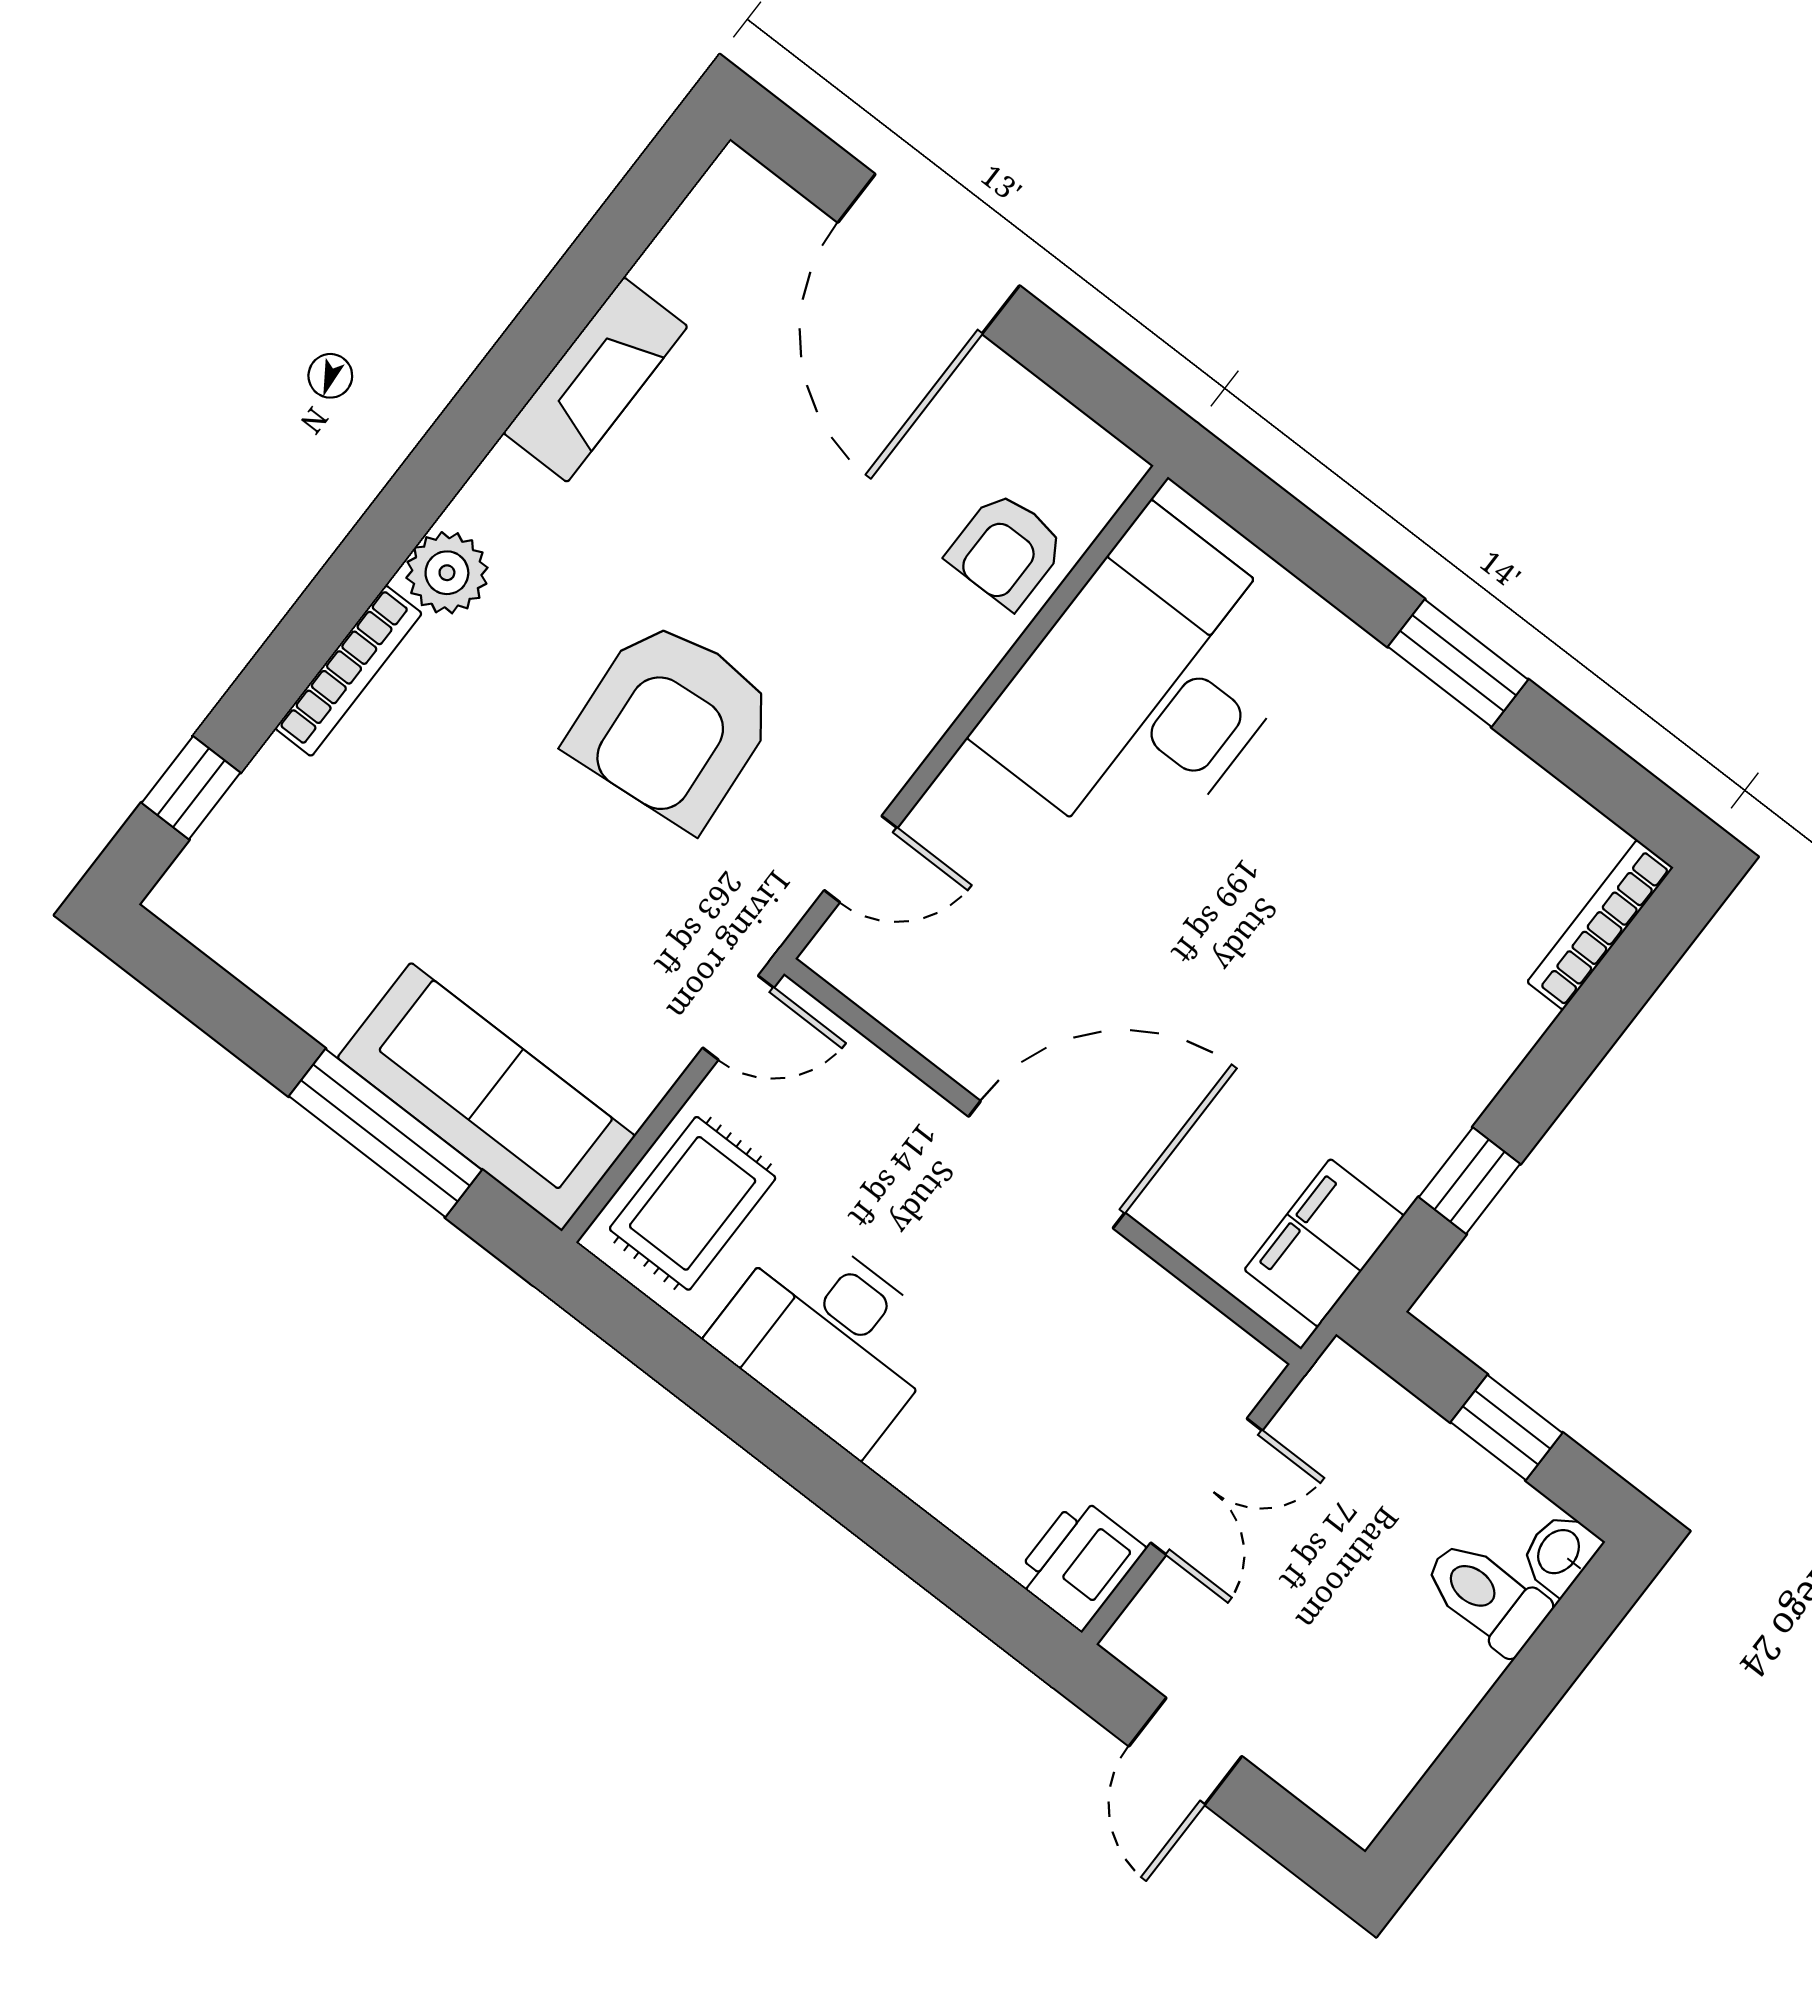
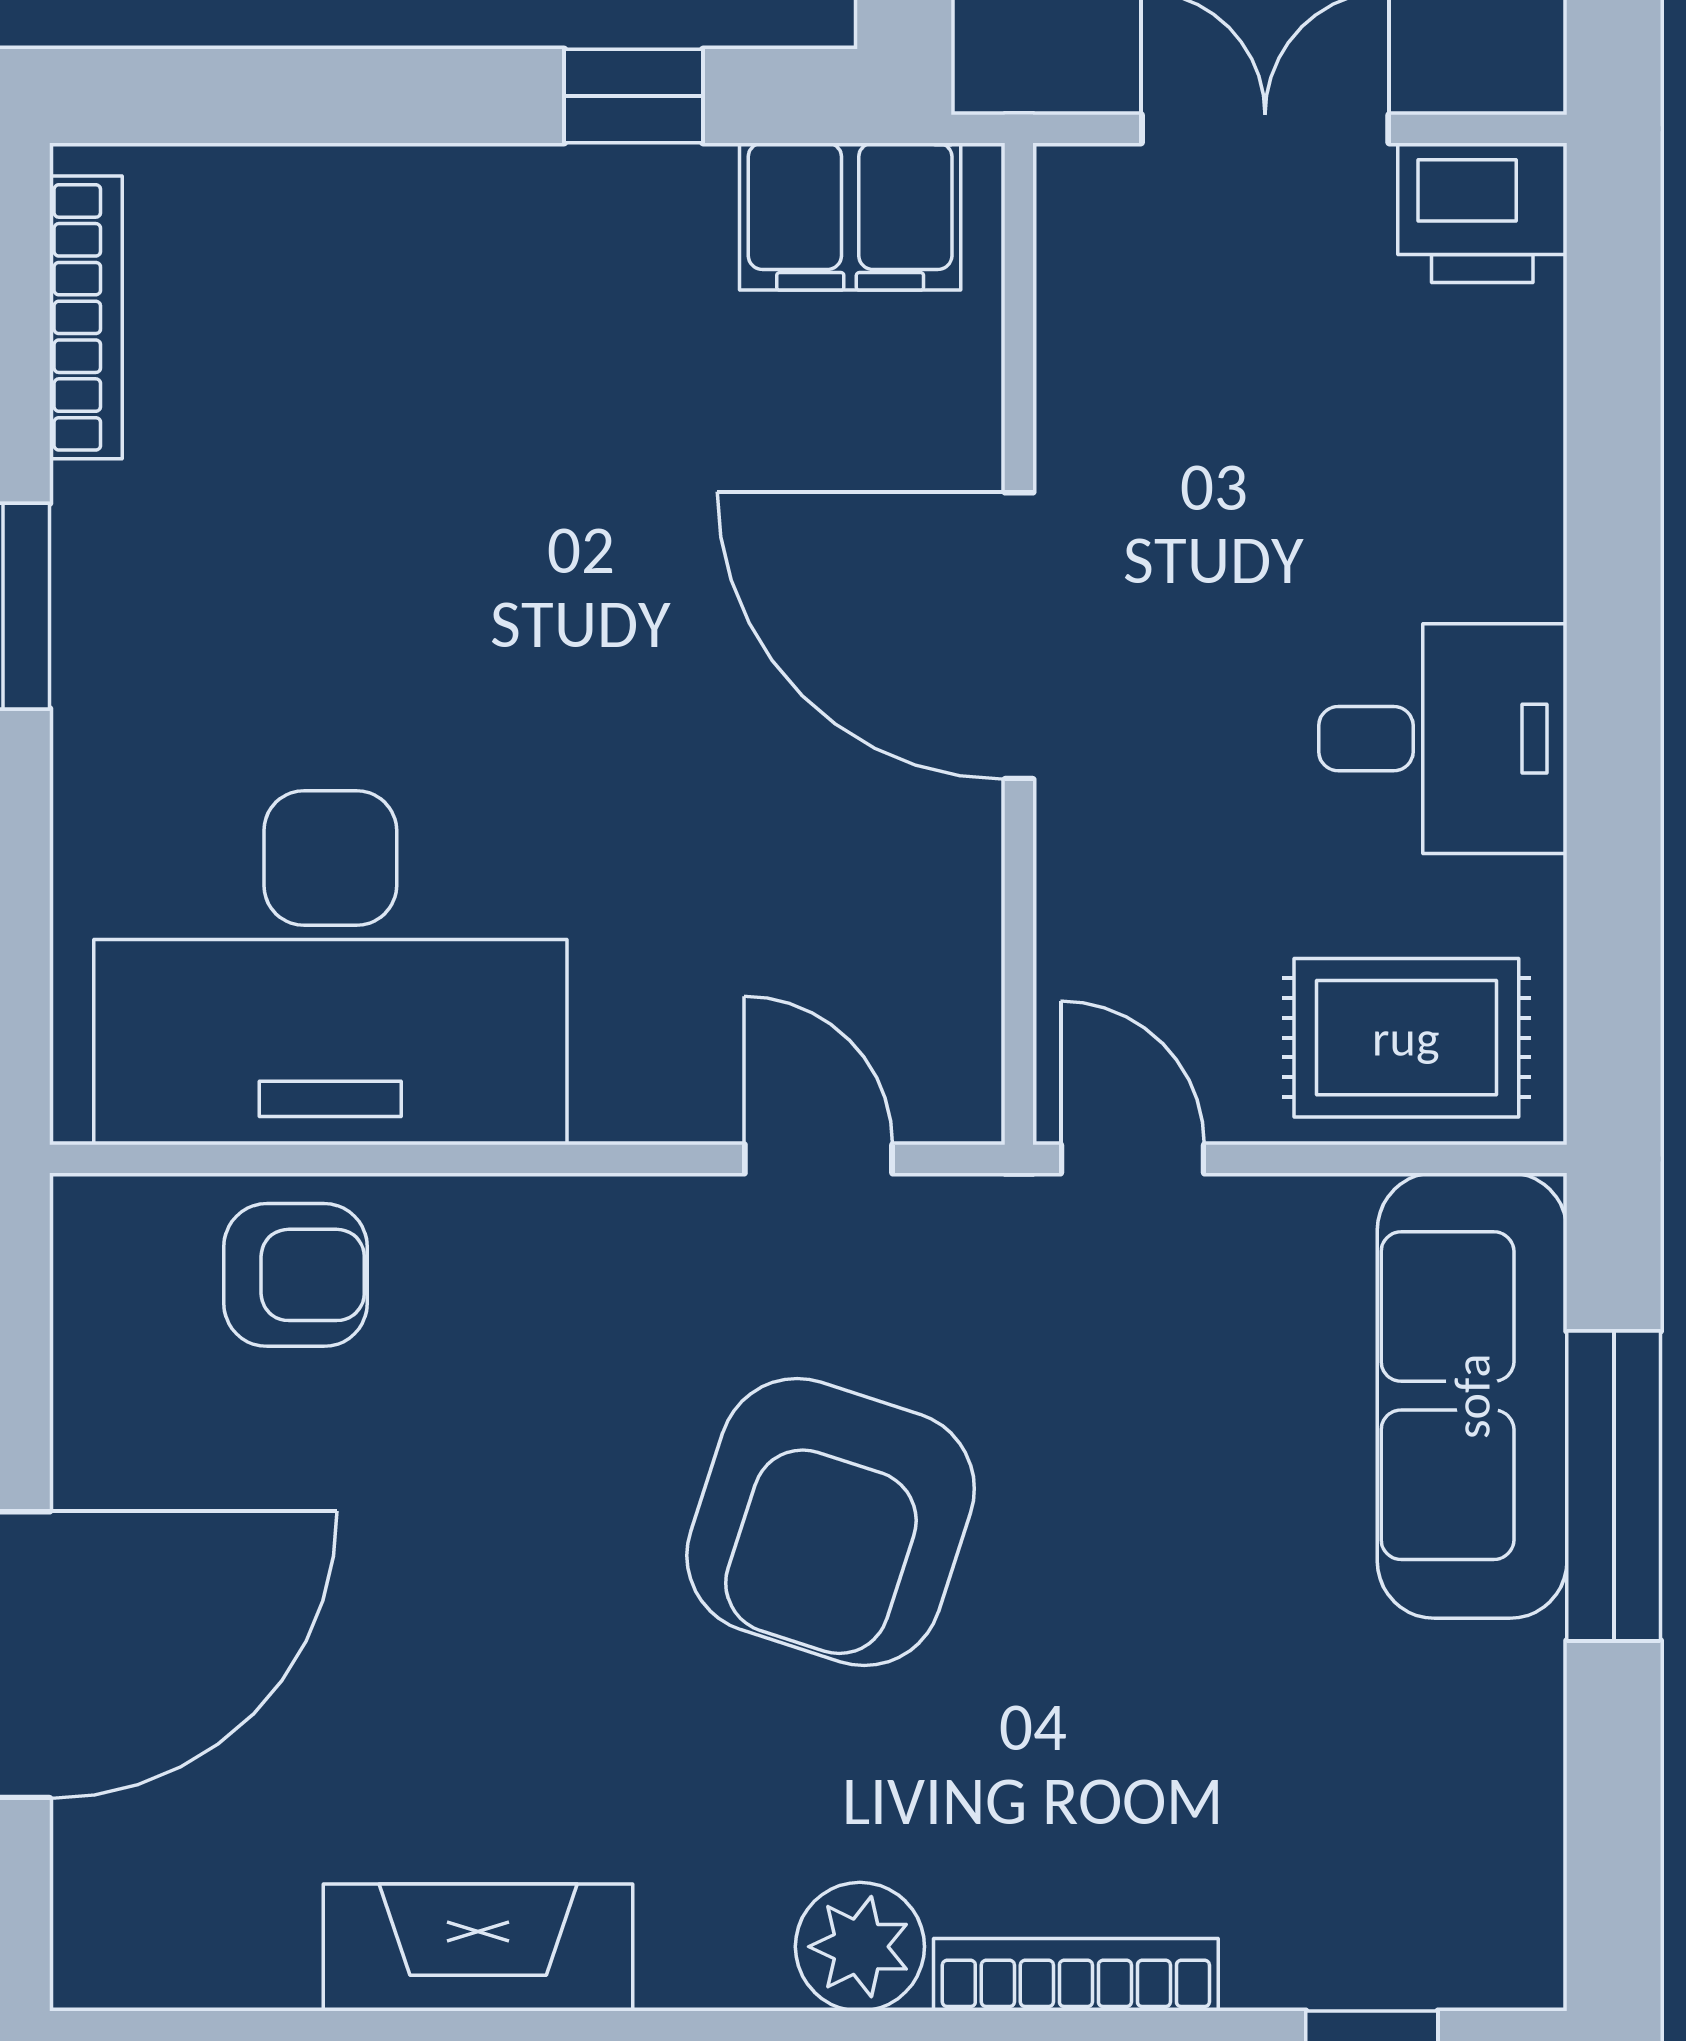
armchair: (673, 724) -> (831, 1522), turned 113
bookcase: (1600, 925) -> (86, 317), moved, turned -90
desk: (829, 1338) -> (1443, 739), width x0.73

